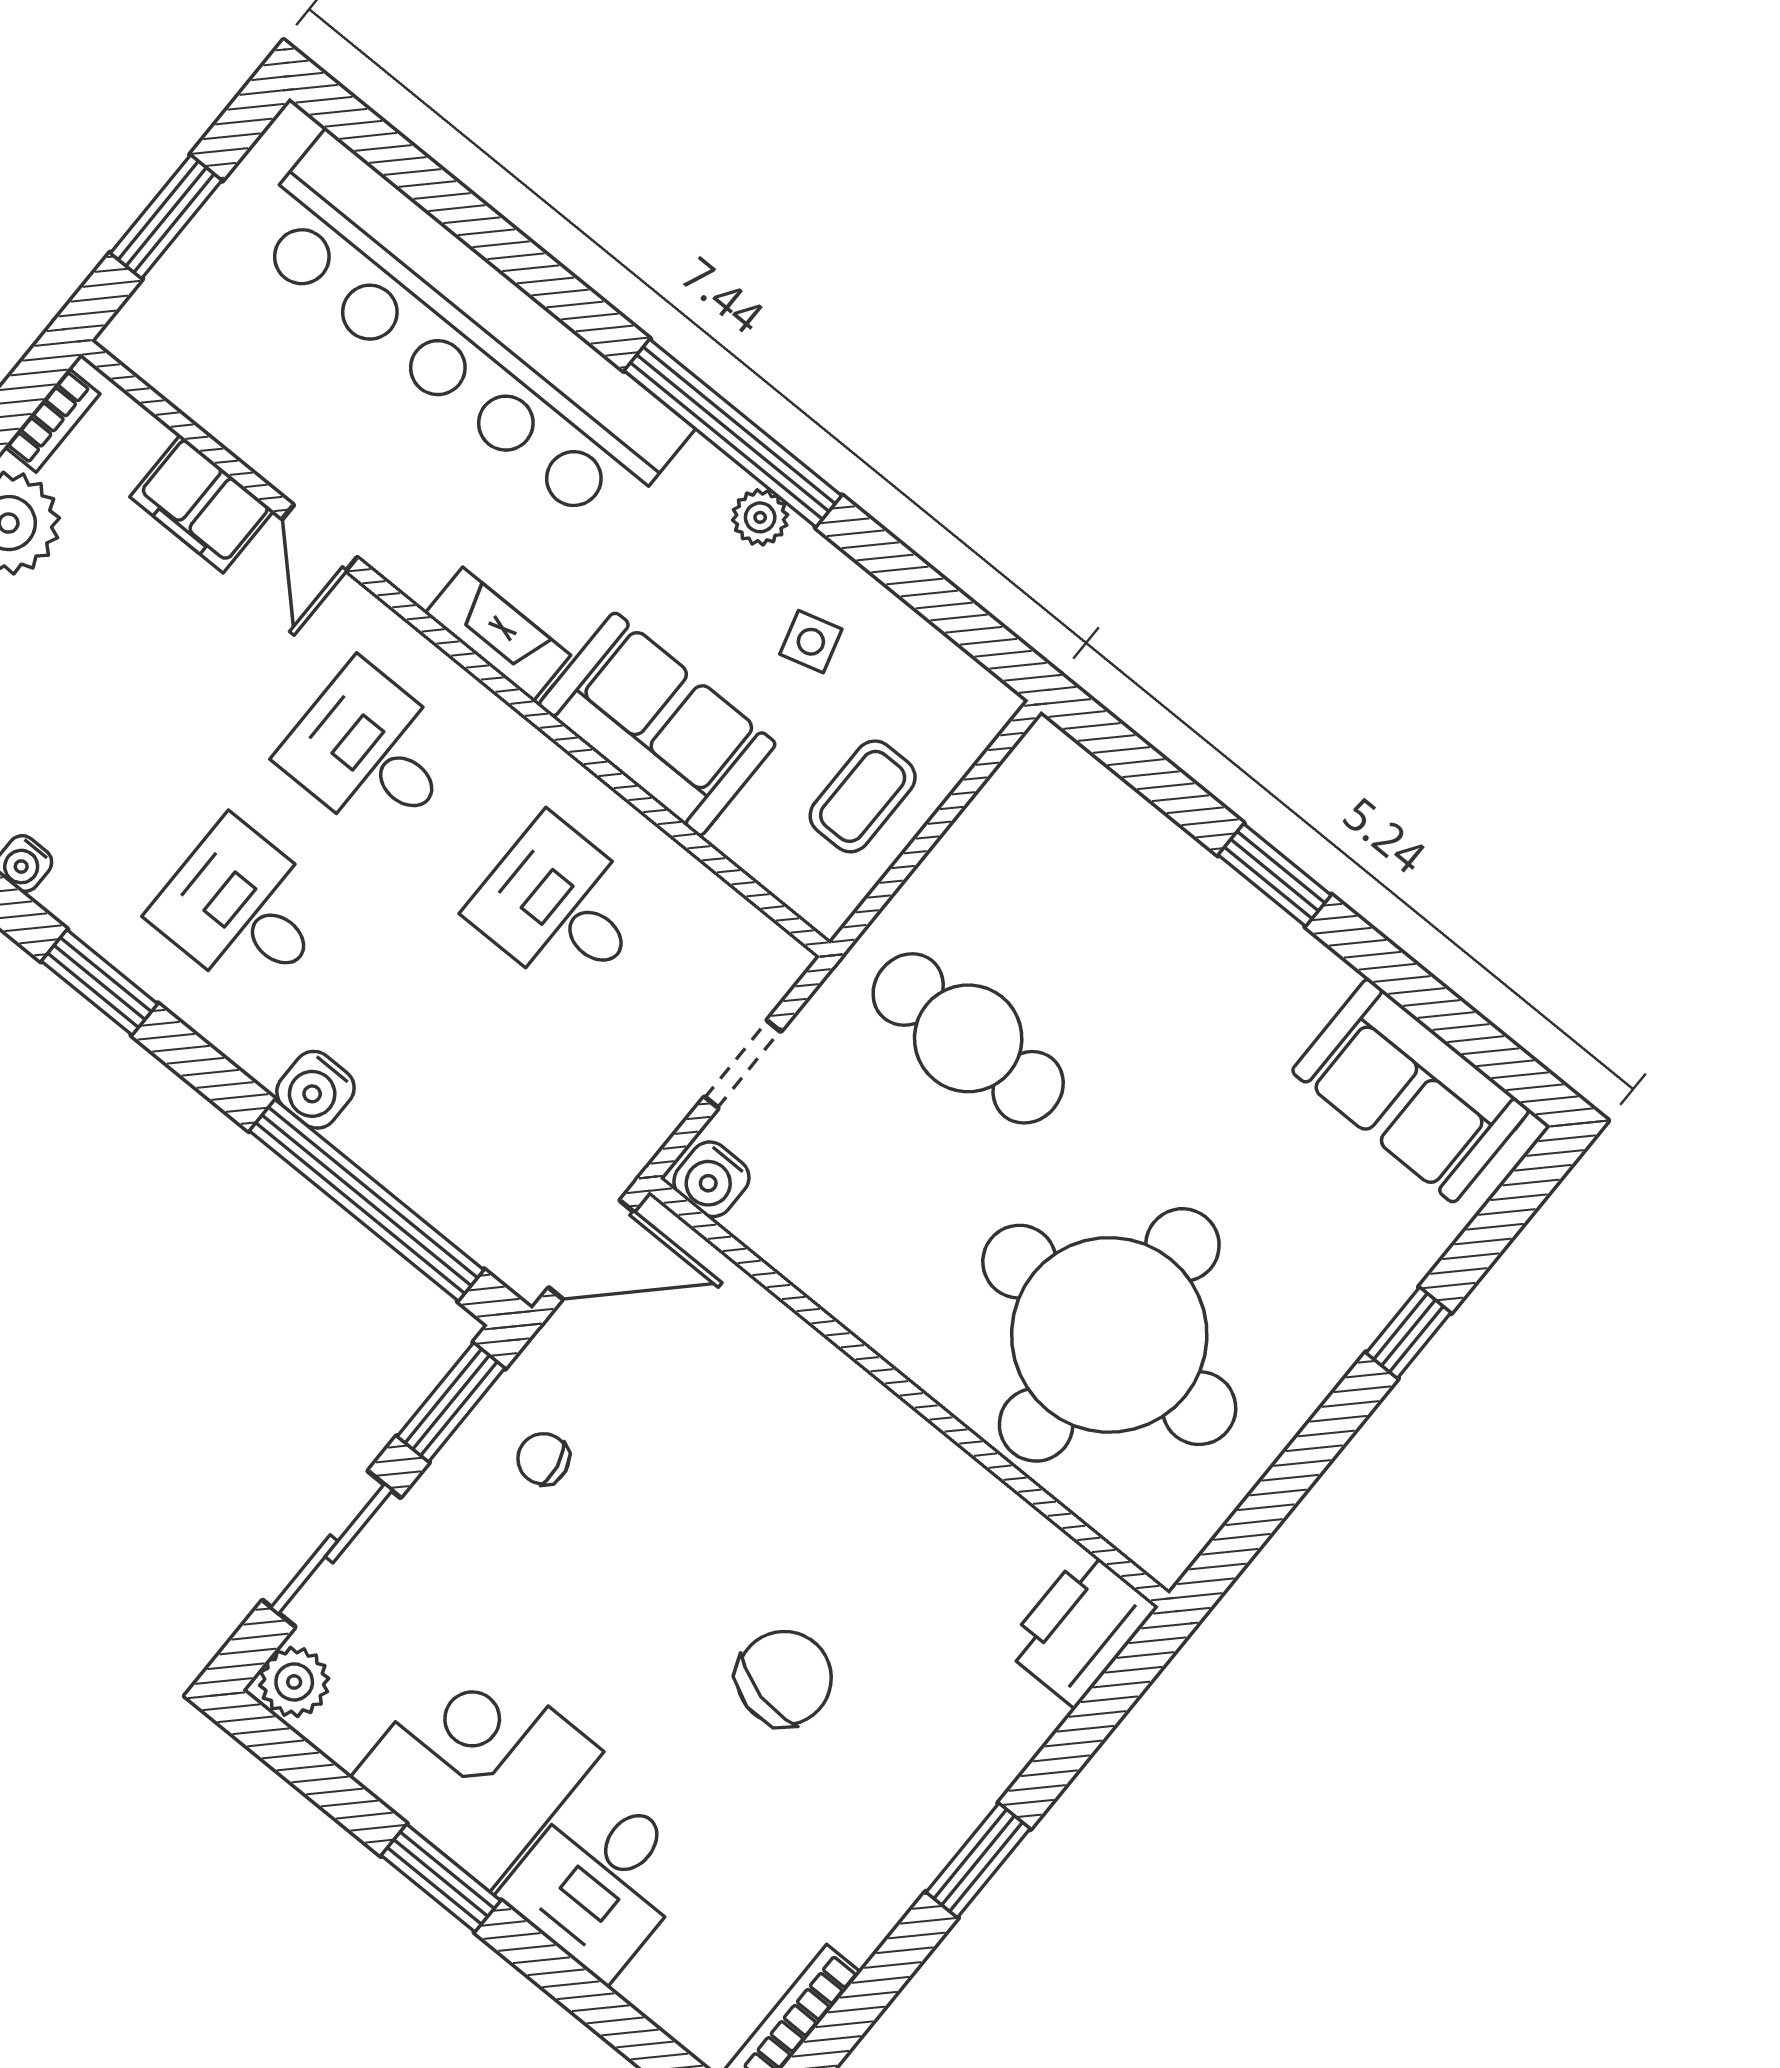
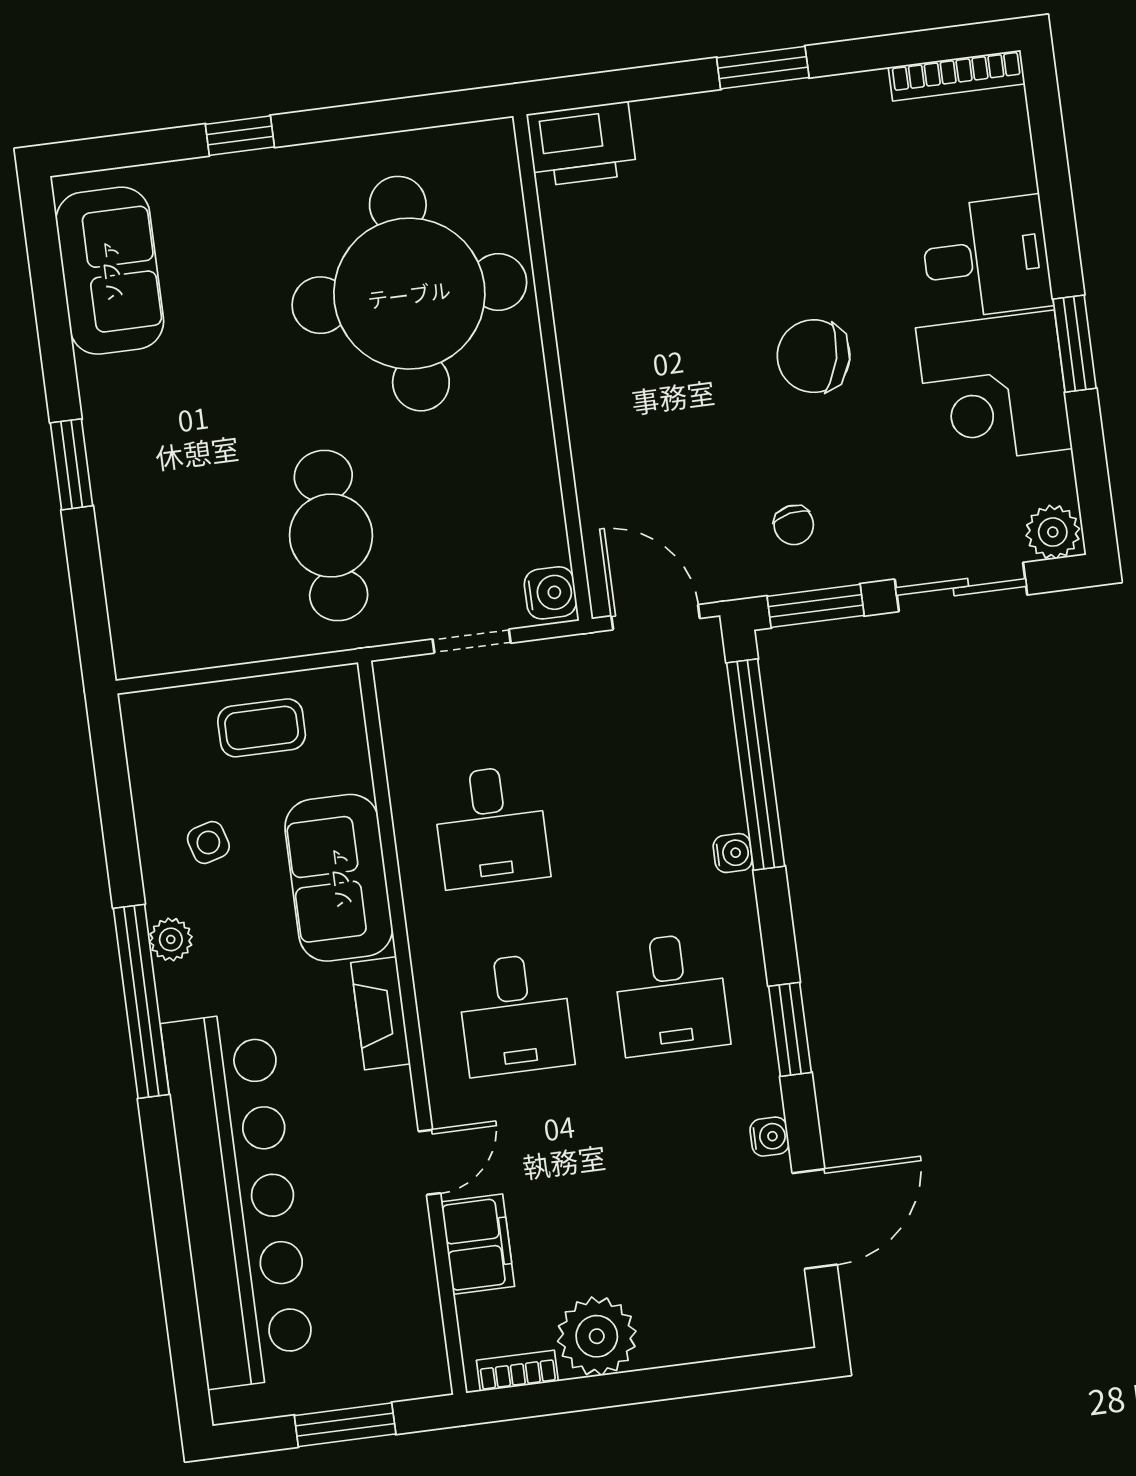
water cooler: (315, 1090) -> (733, 853), width x0.72, depth x0.72
chair: (784, 1678) -> (814, 356), moved

